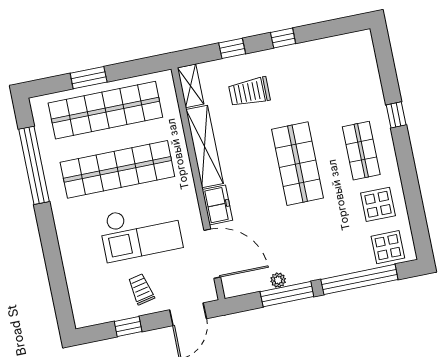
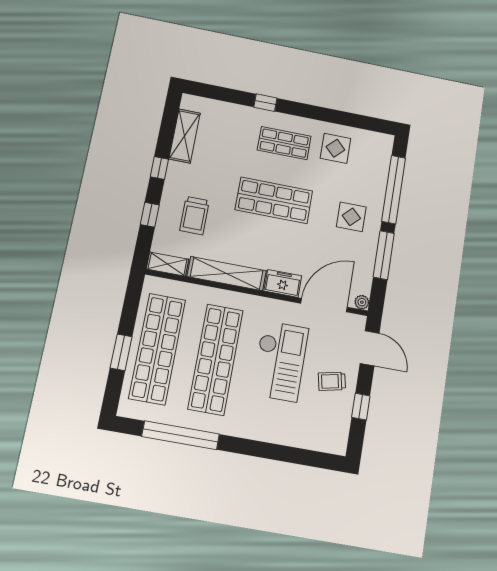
shelving: (326, 49) -> (185, 136), added
display table: (388, 247) -> (351, 217), moved
plant: (278, 280) -> (362, 302), moved

